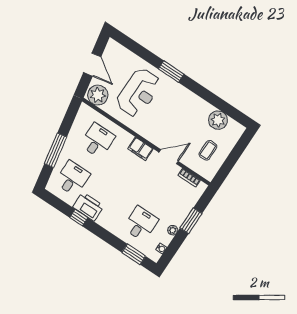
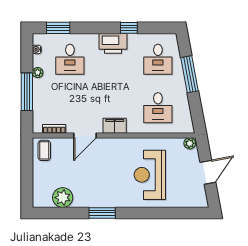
door: (92, 65) -> (208, 172), swing flipped
window: (171, 72) -> (102, 213), moved
plant: (98, 95) -> (190, 143), width x0.53, depth x0.53
coffee table: (208, 150) -> (44, 150), moved
printer: (88, 207) -> (113, 43), moved
window: (191, 221) -> (27, 92), width x1.44

